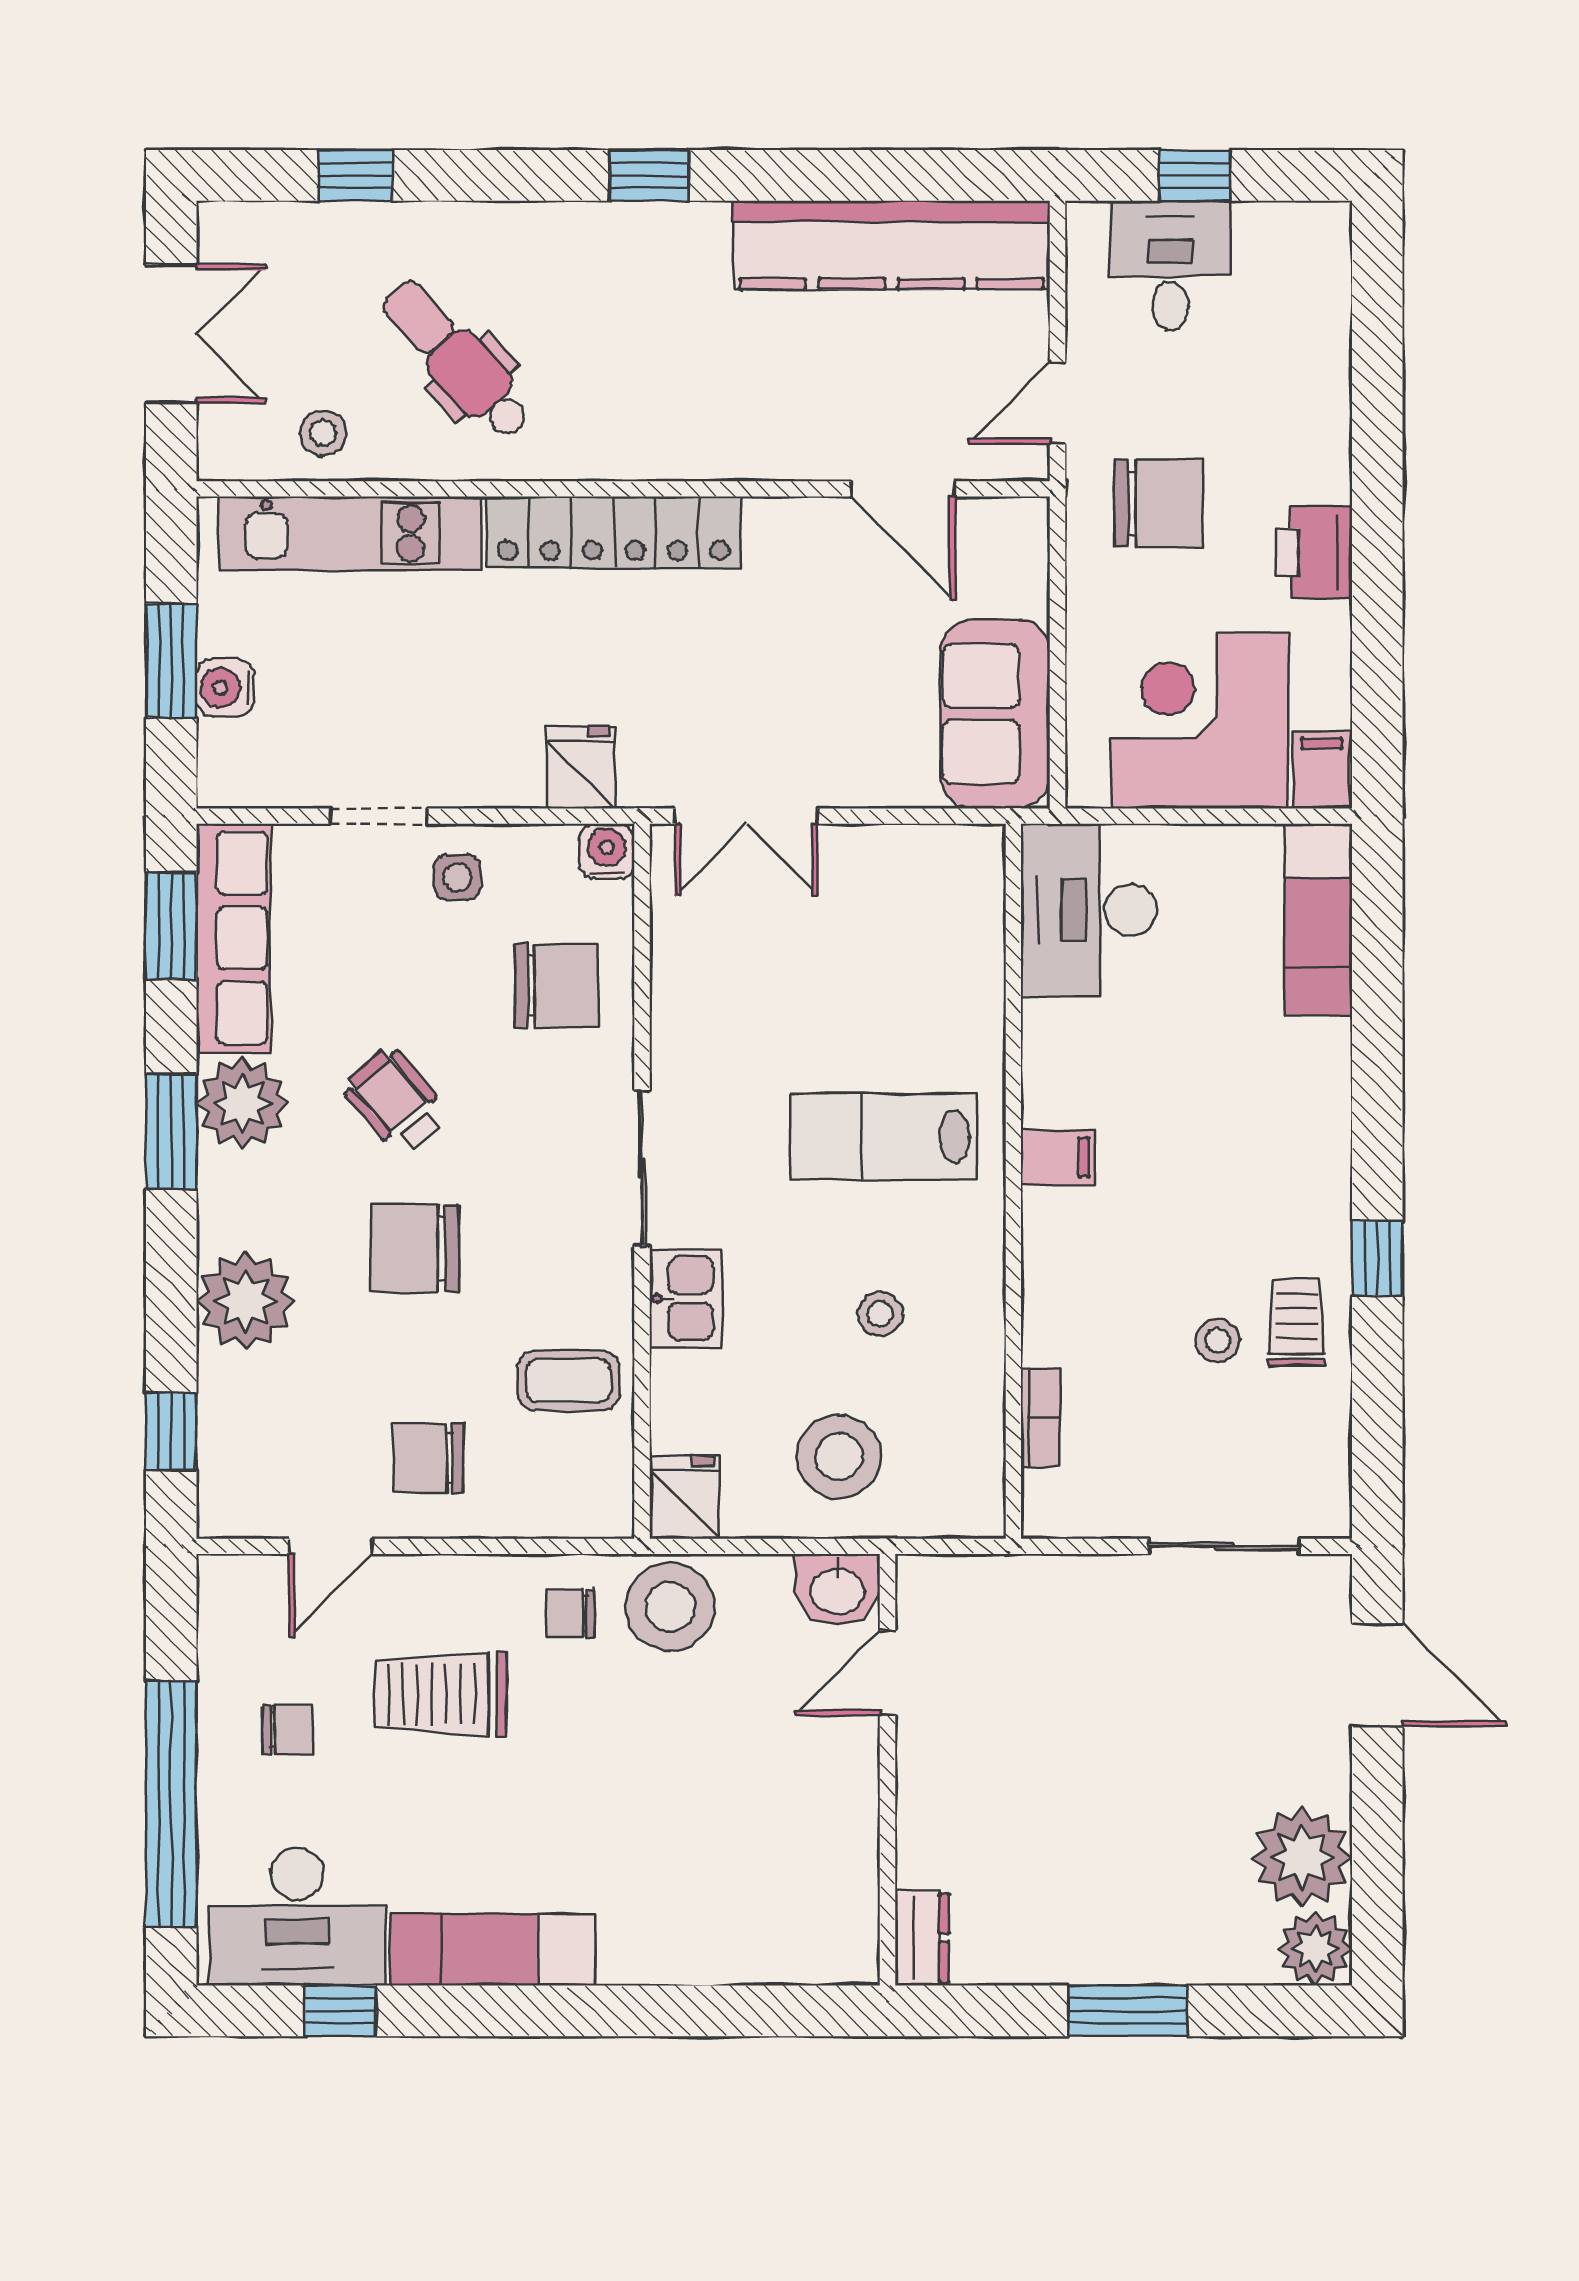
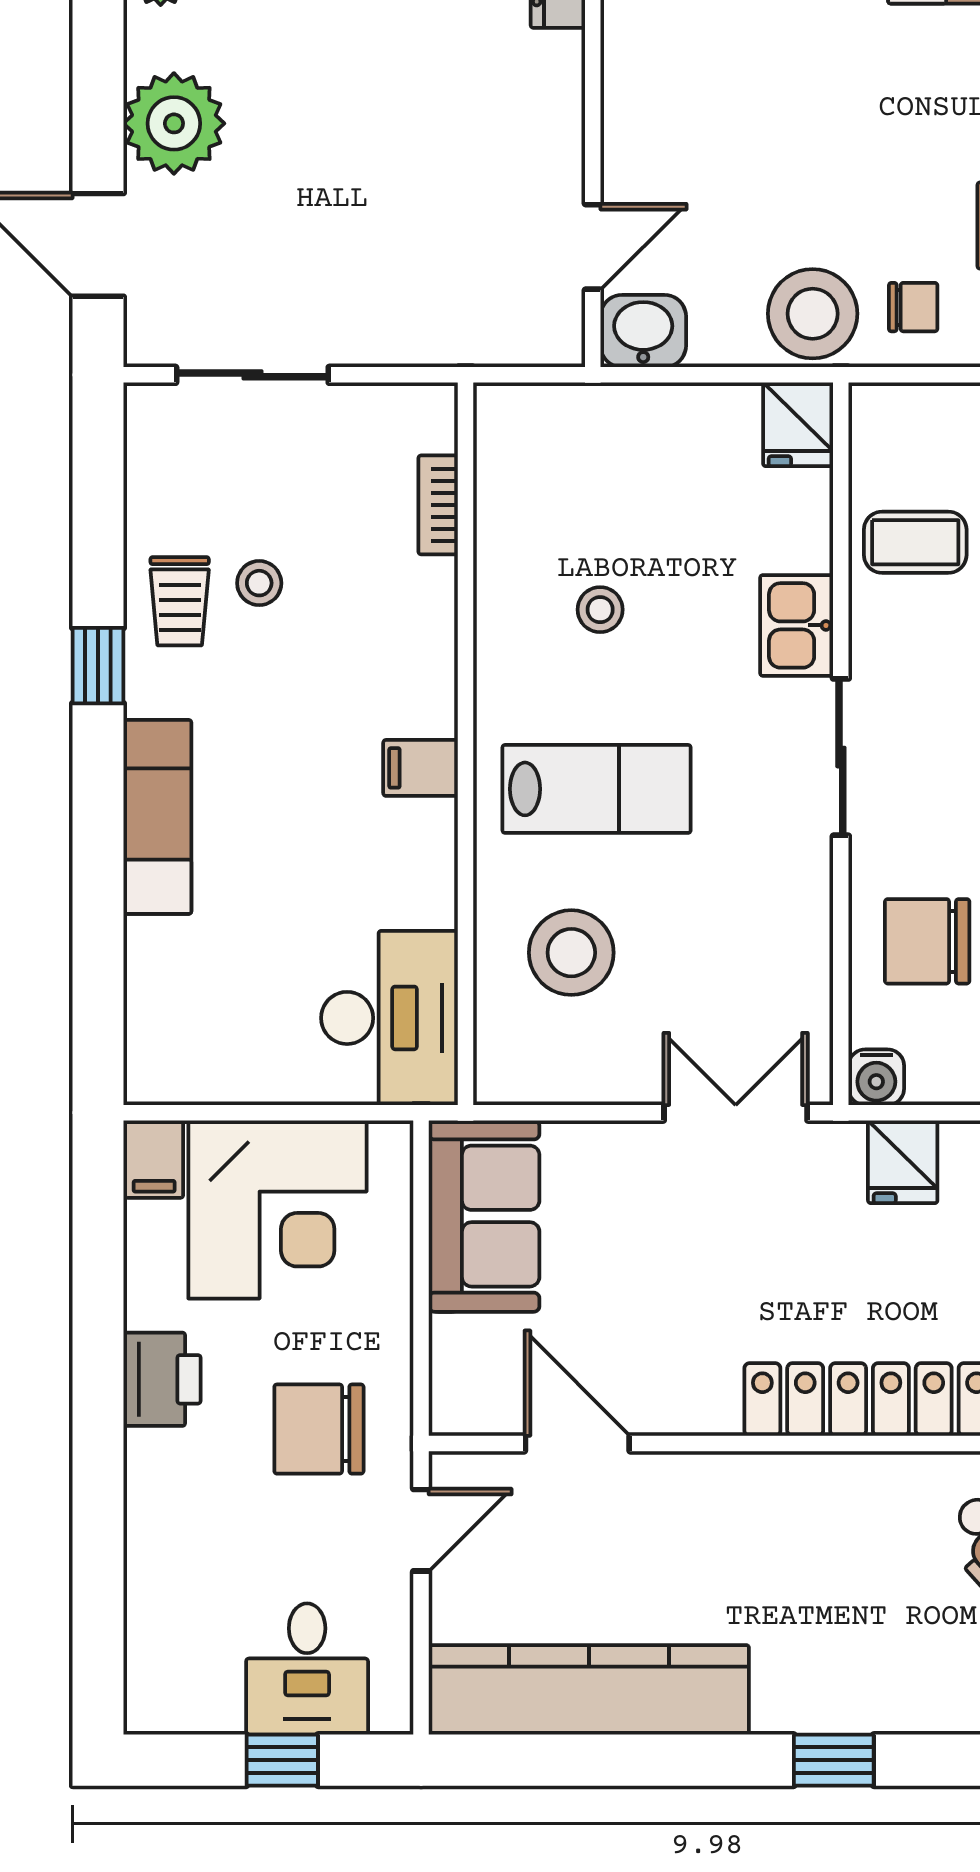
exam couch: (1318, 920) -> (157, 817), moved
stool: (839, 1457) -> (571, 953), moved
plant: (1302, 1857) -> (174, 123), moved

